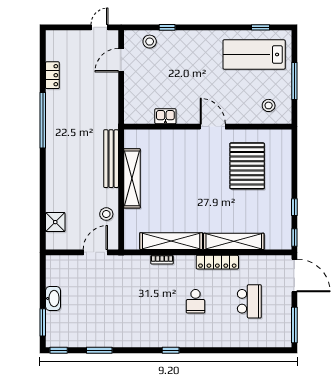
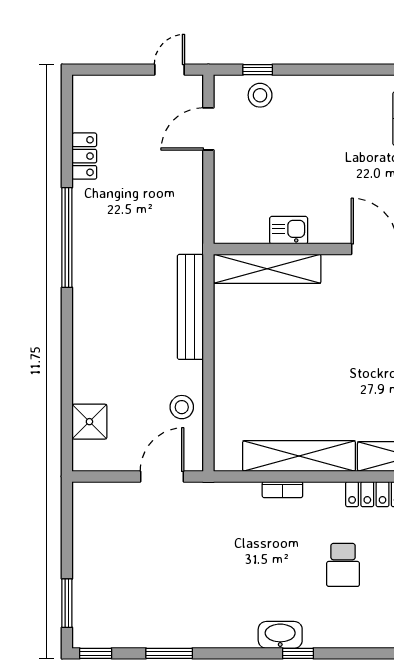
window: (167, 27) -> (258, 70), moved
shelving: (132, 178) -> (267, 269), moved, turned 90
washbasin: (53, 298) -> (280, 635), moved, turned -90

